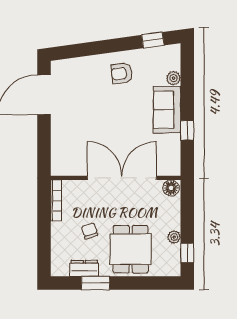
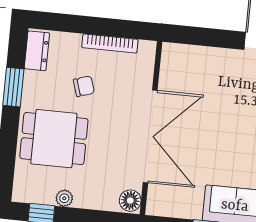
bookcase: (56, 201) -> (110, 44), moved
dresser: (84, 268) -> (37, 51), moved

